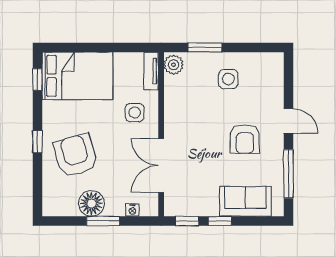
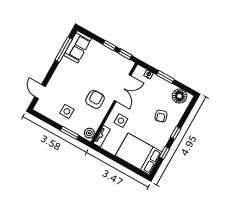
window: (37, 79) -> (164, 153), moved
door: (288, 121) -> (40, 92), moved
armchair: (245, 139) -> (95, 99), moved
armchair: (76, 155) -> (161, 116), width x0.53, depth x0.53
sofa: (245, 201) -> (78, 47), moved, turned -90
floor lamp: (91, 203) -> (179, 96), moved

